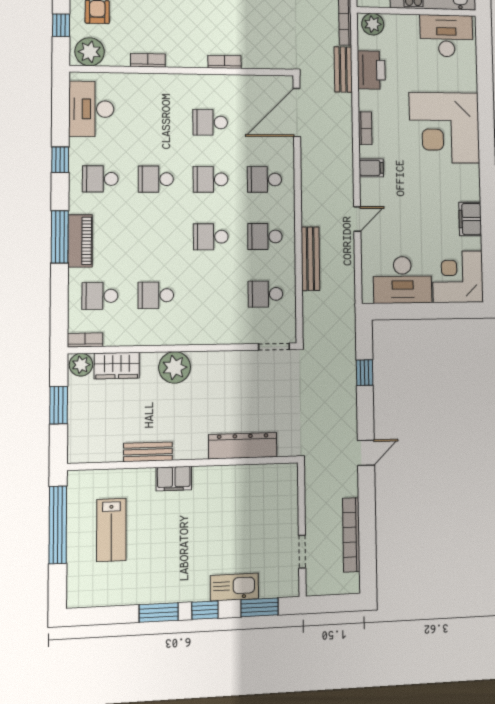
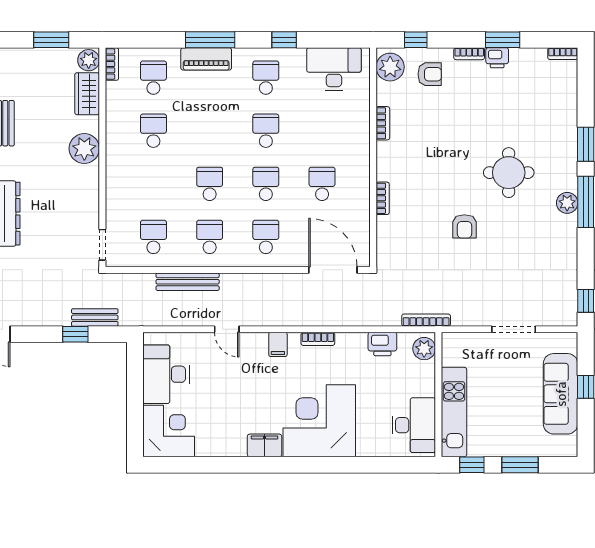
bench: (343, 69) -> (95, 317), moved
printer: (371, 70) -> (382, 344), width x0.73, depth x0.84
filing cabinet: (470, 219) -> (265, 445), moved

